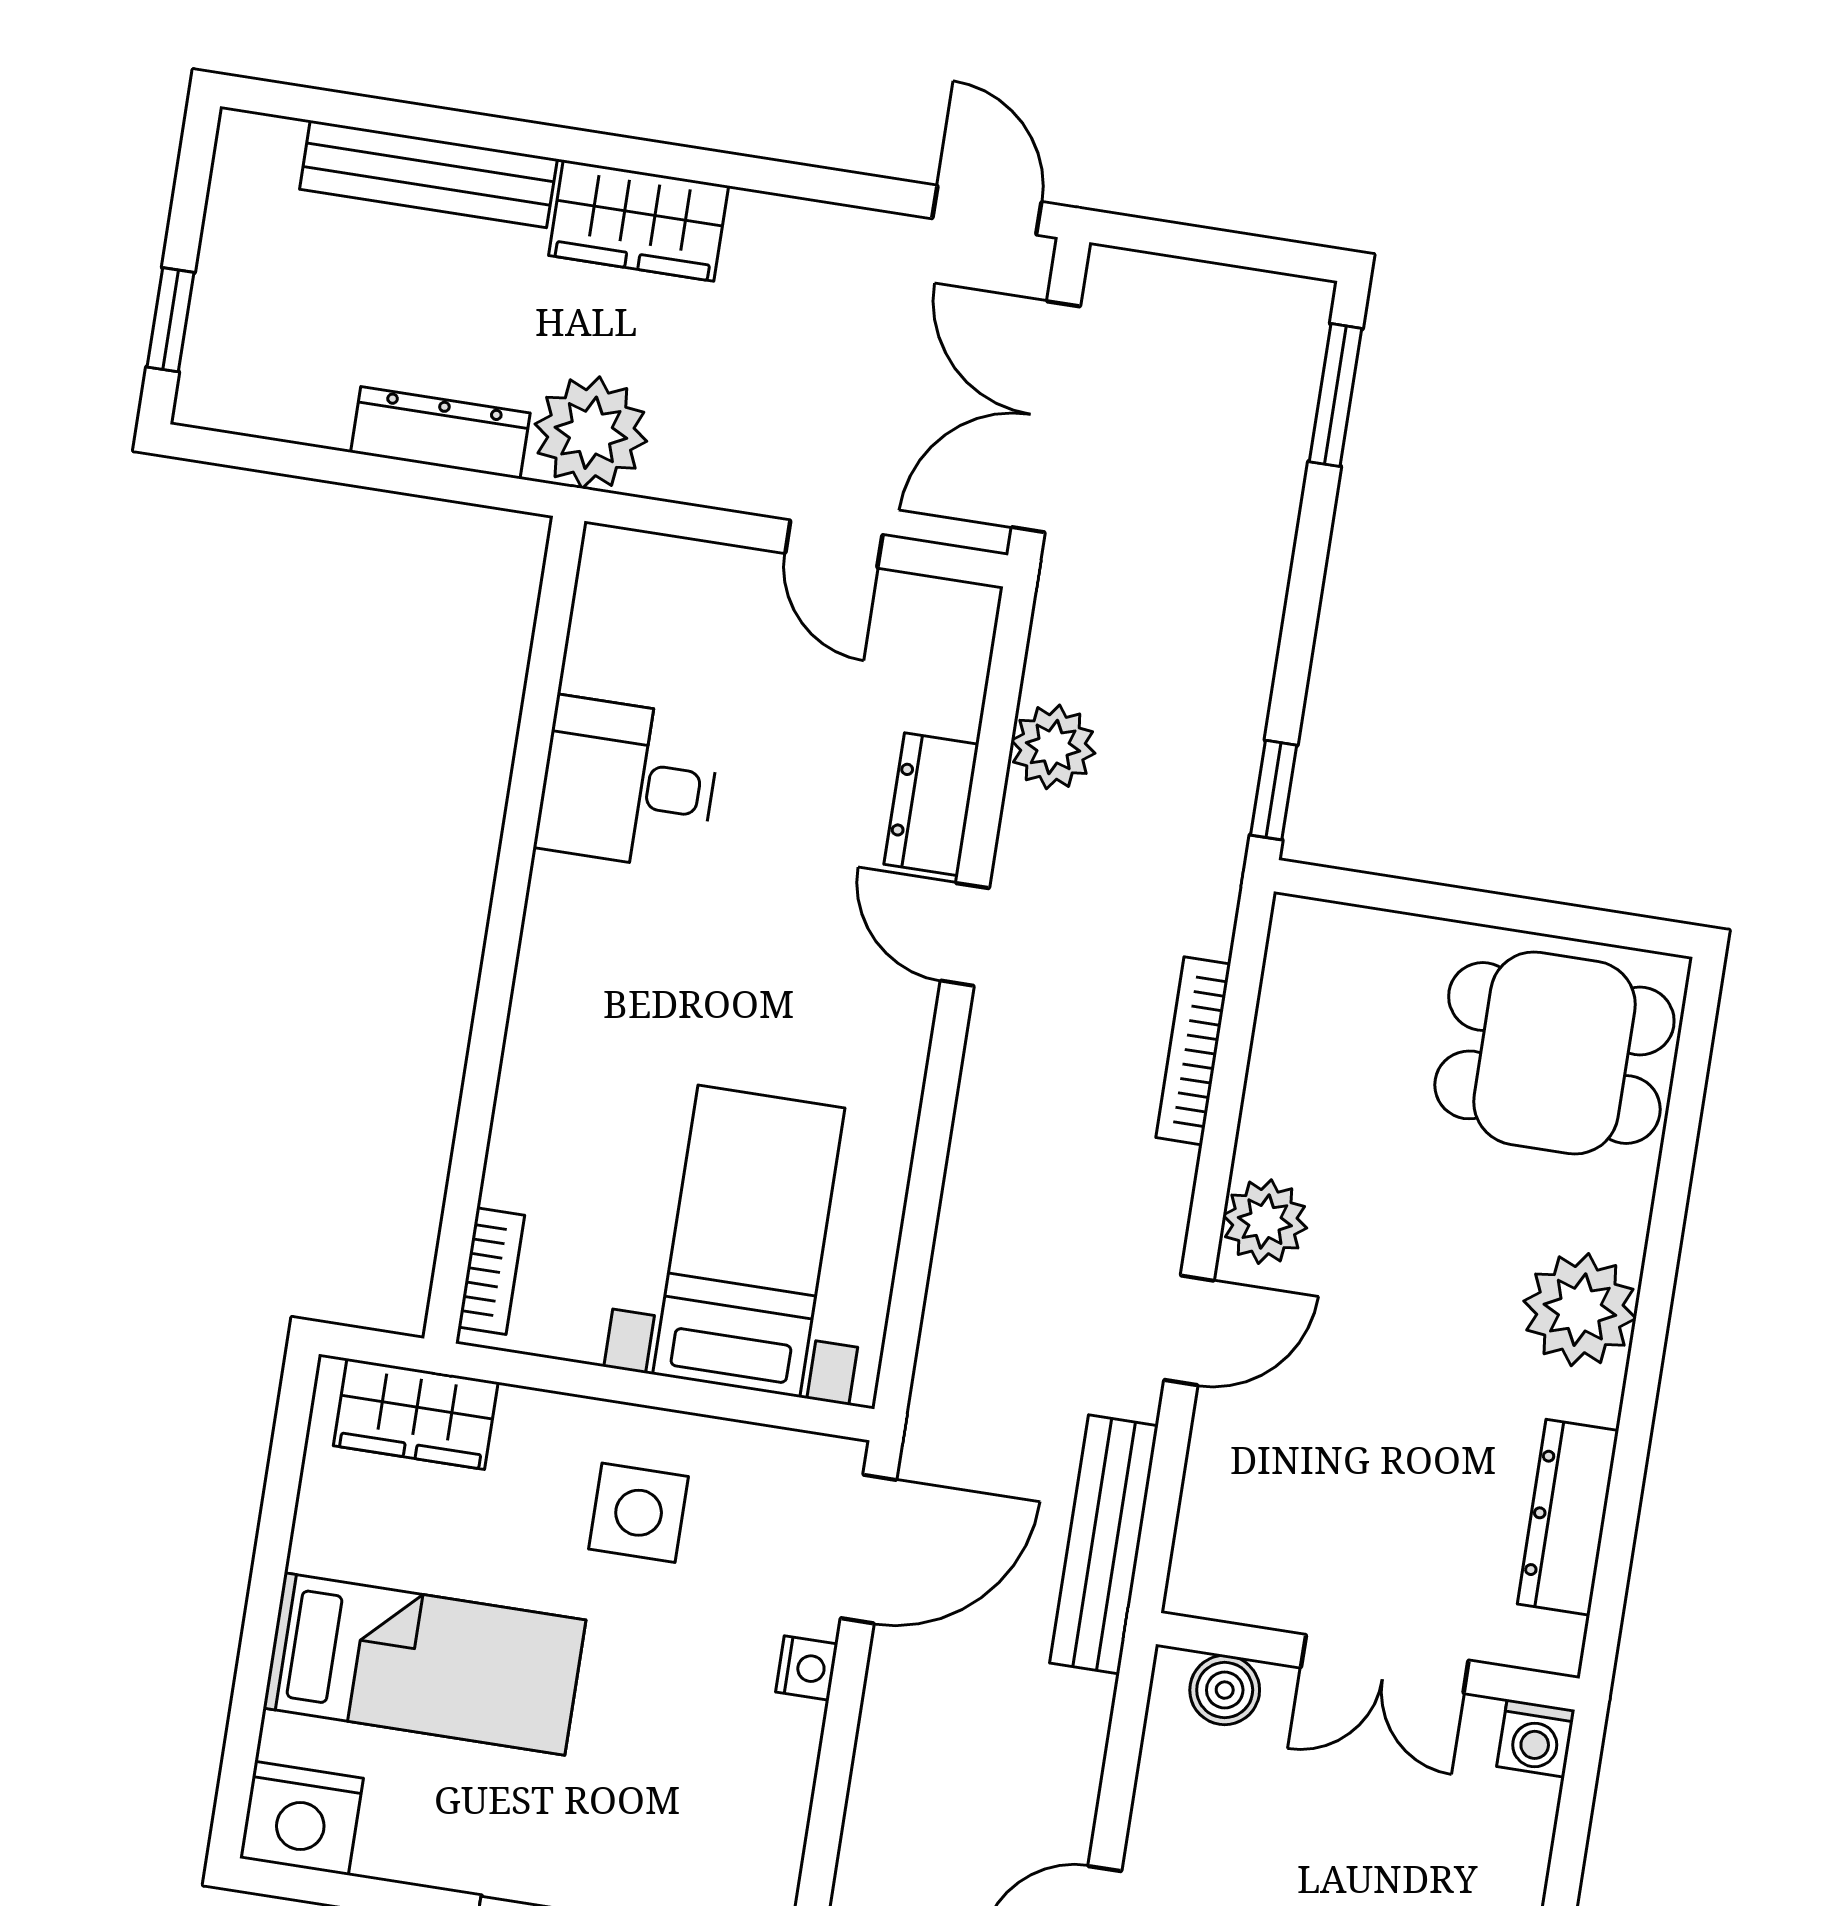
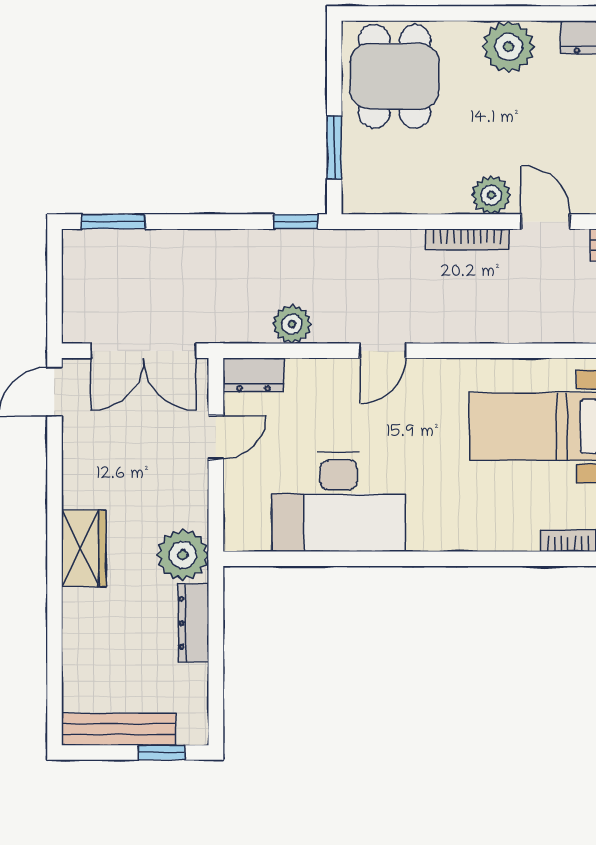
bench: (428, 174) -> (119, 729), moved, turned 90
desk: (628, 784) -> (338, 502), width x1.87, depth x1.30
dresser: (931, 804) -> (253, 375), moved
window: (1421, 898) -> (334, 147), added
bookcase: (1193, 1051) -> (467, 239), moved

